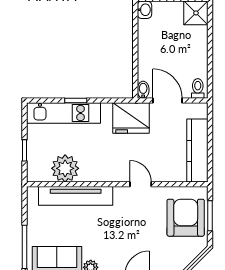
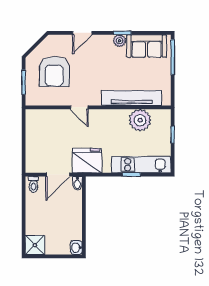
door: (168, 100) -> (58, 175), hinge flipped
kitchen counter: (197, 151) -> (34, 134), removed
armchair: (186, 218) -> (54, 71), moved

